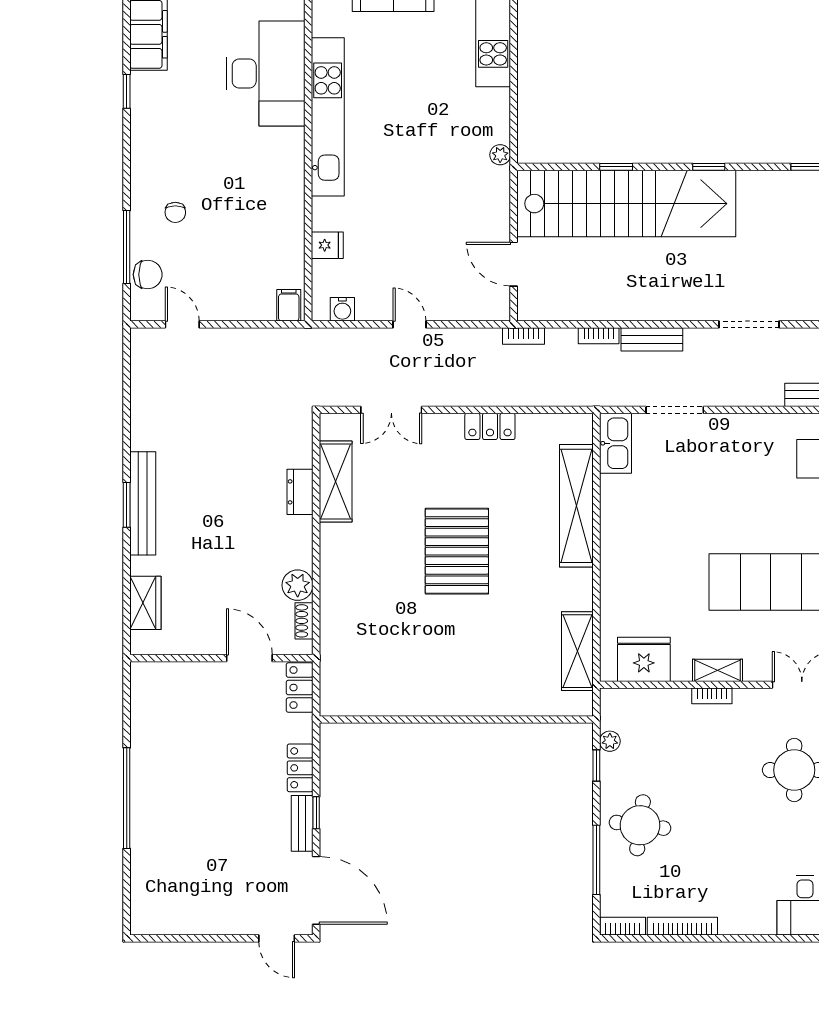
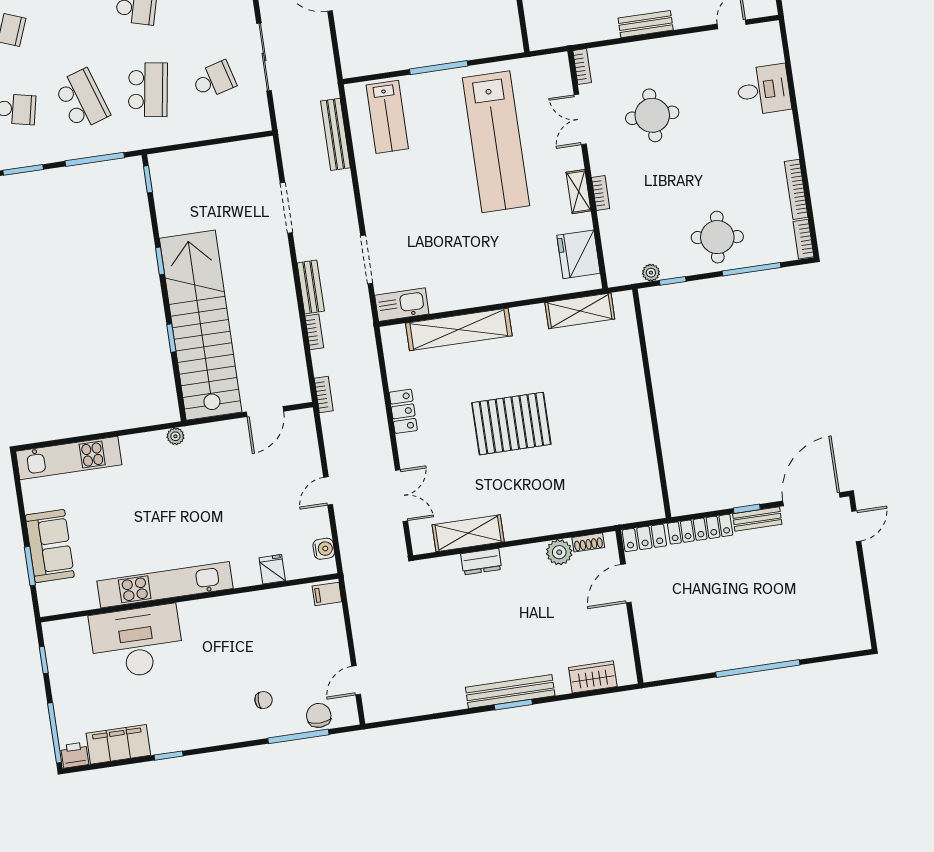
locker: (300, 768) -> (700, 529), width x1.53

